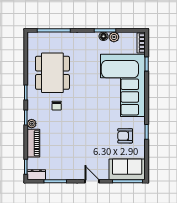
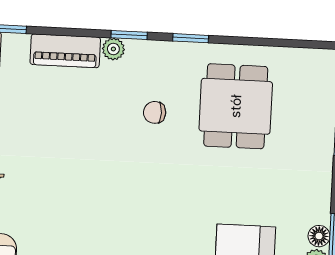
dining table: (52, 73) -> (236, 106), width x0.73

